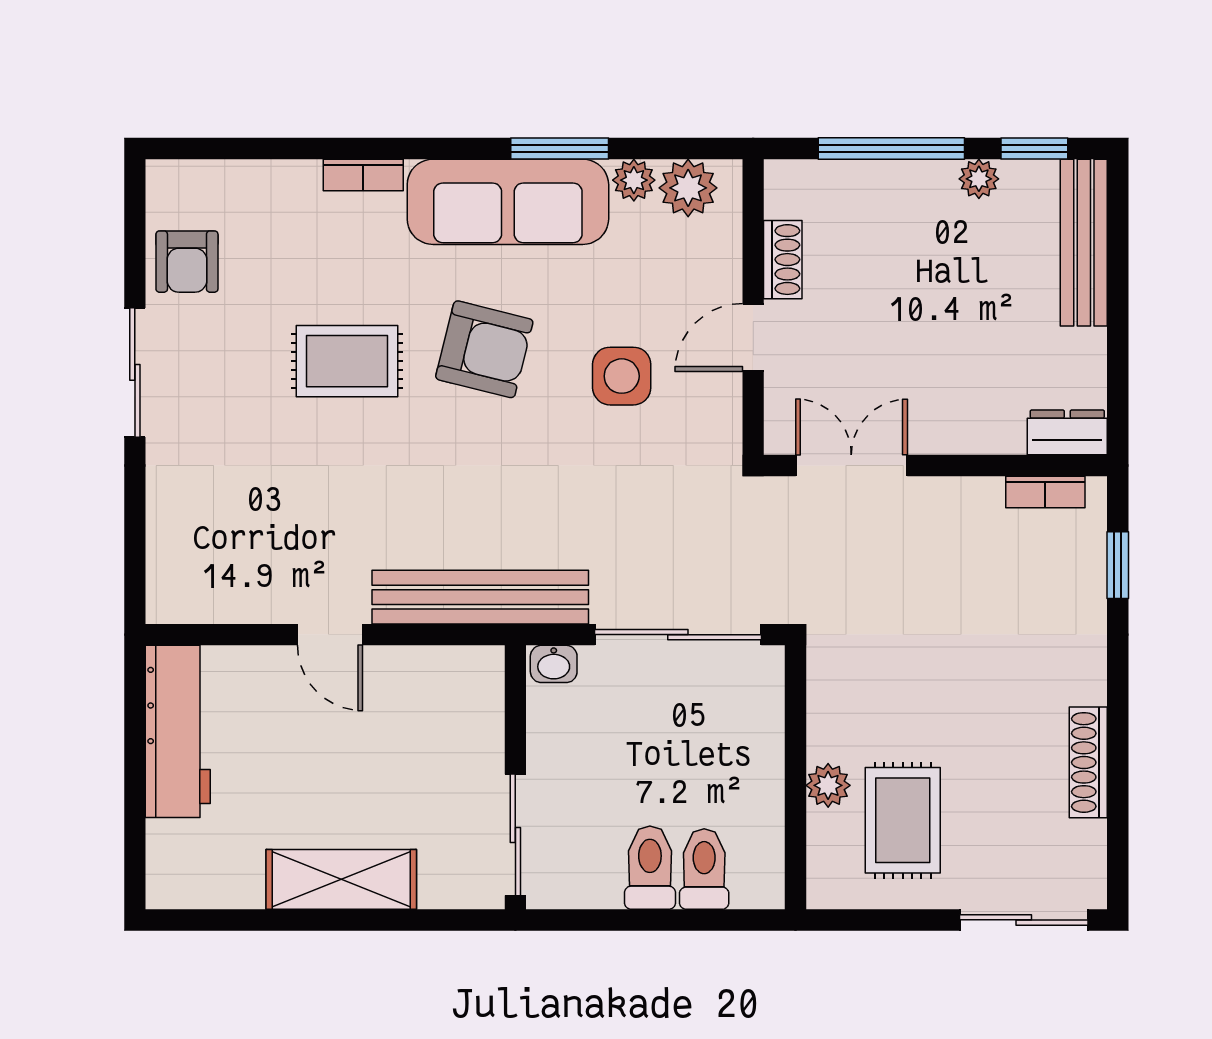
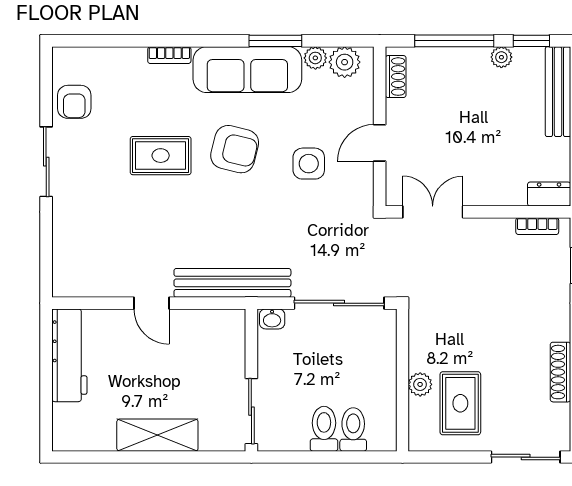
shoe rack: (783, 260) -> (396, 77), moved

